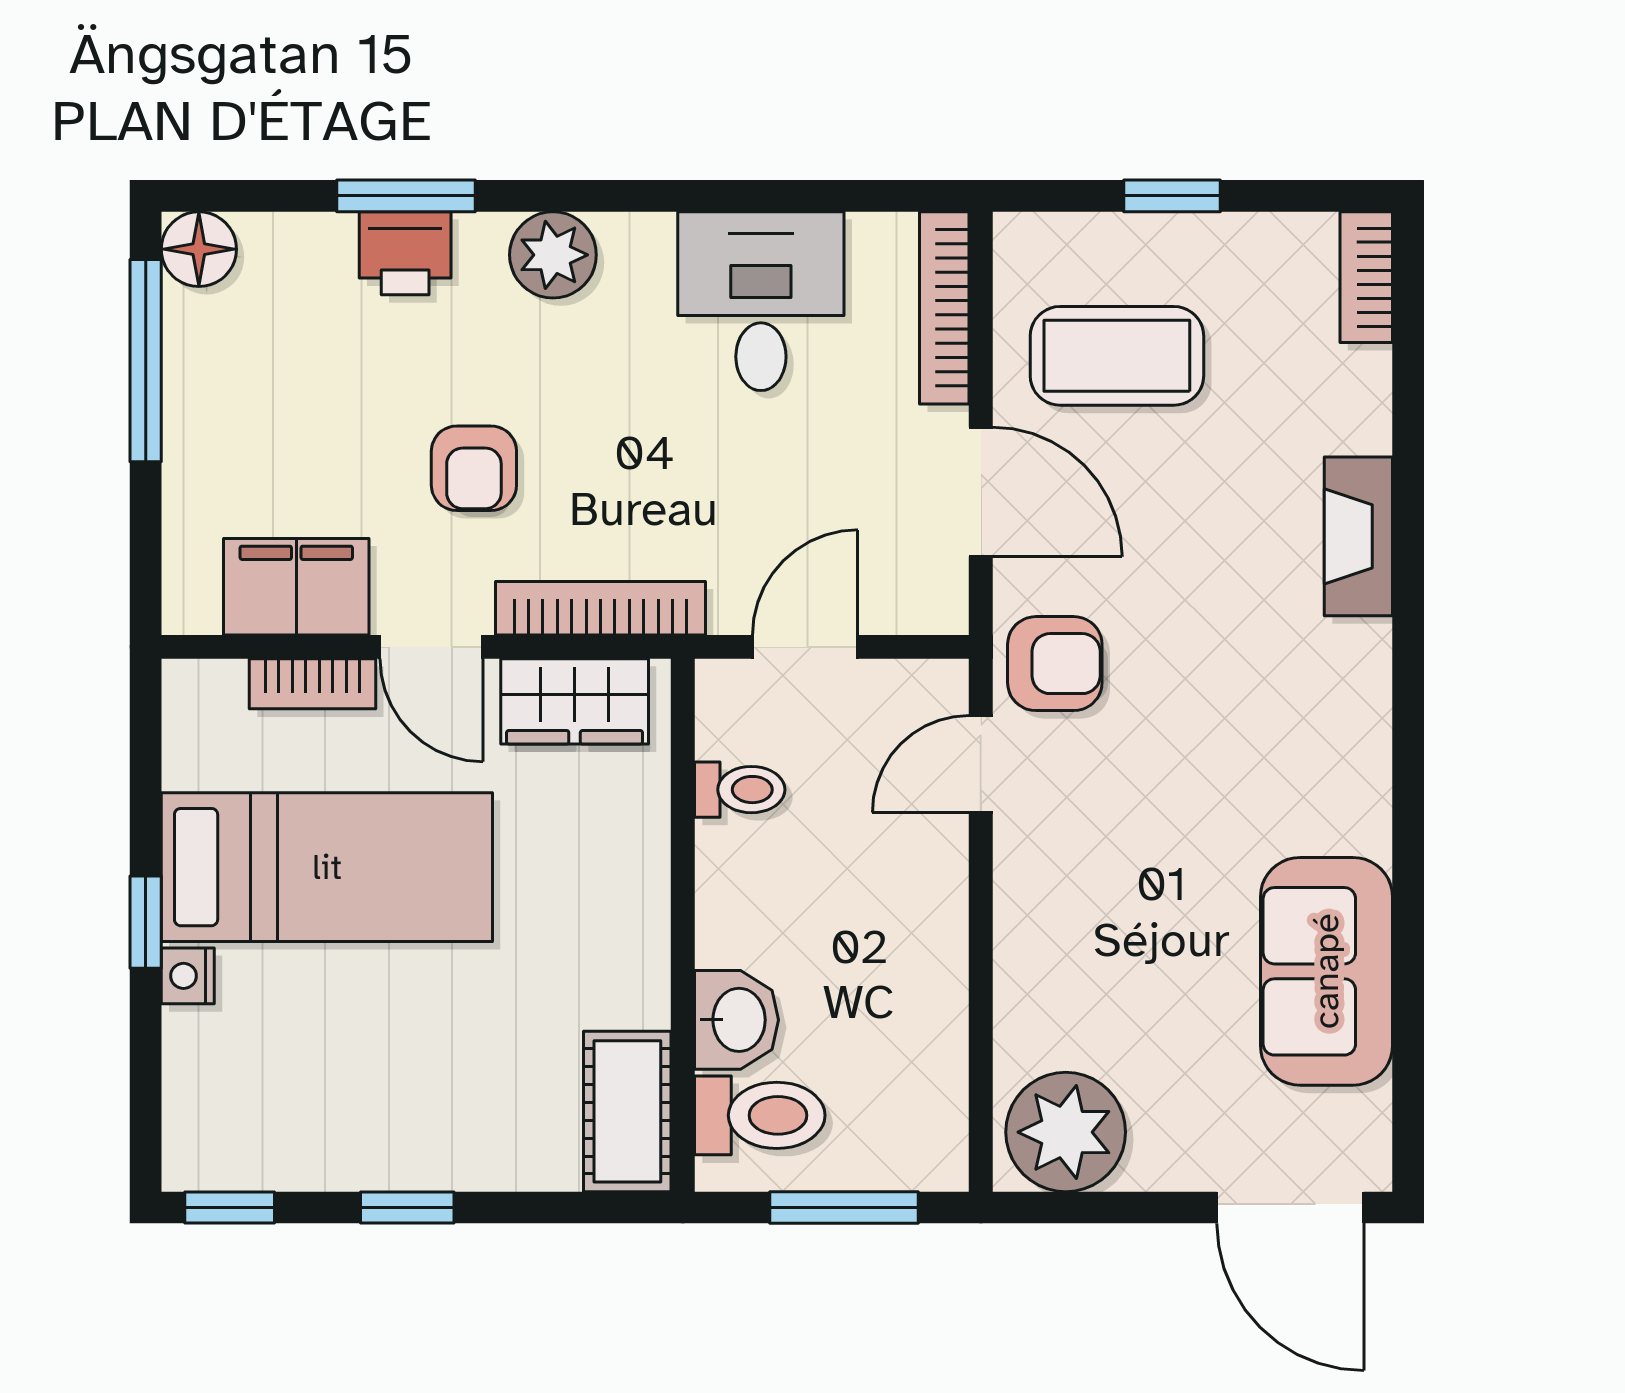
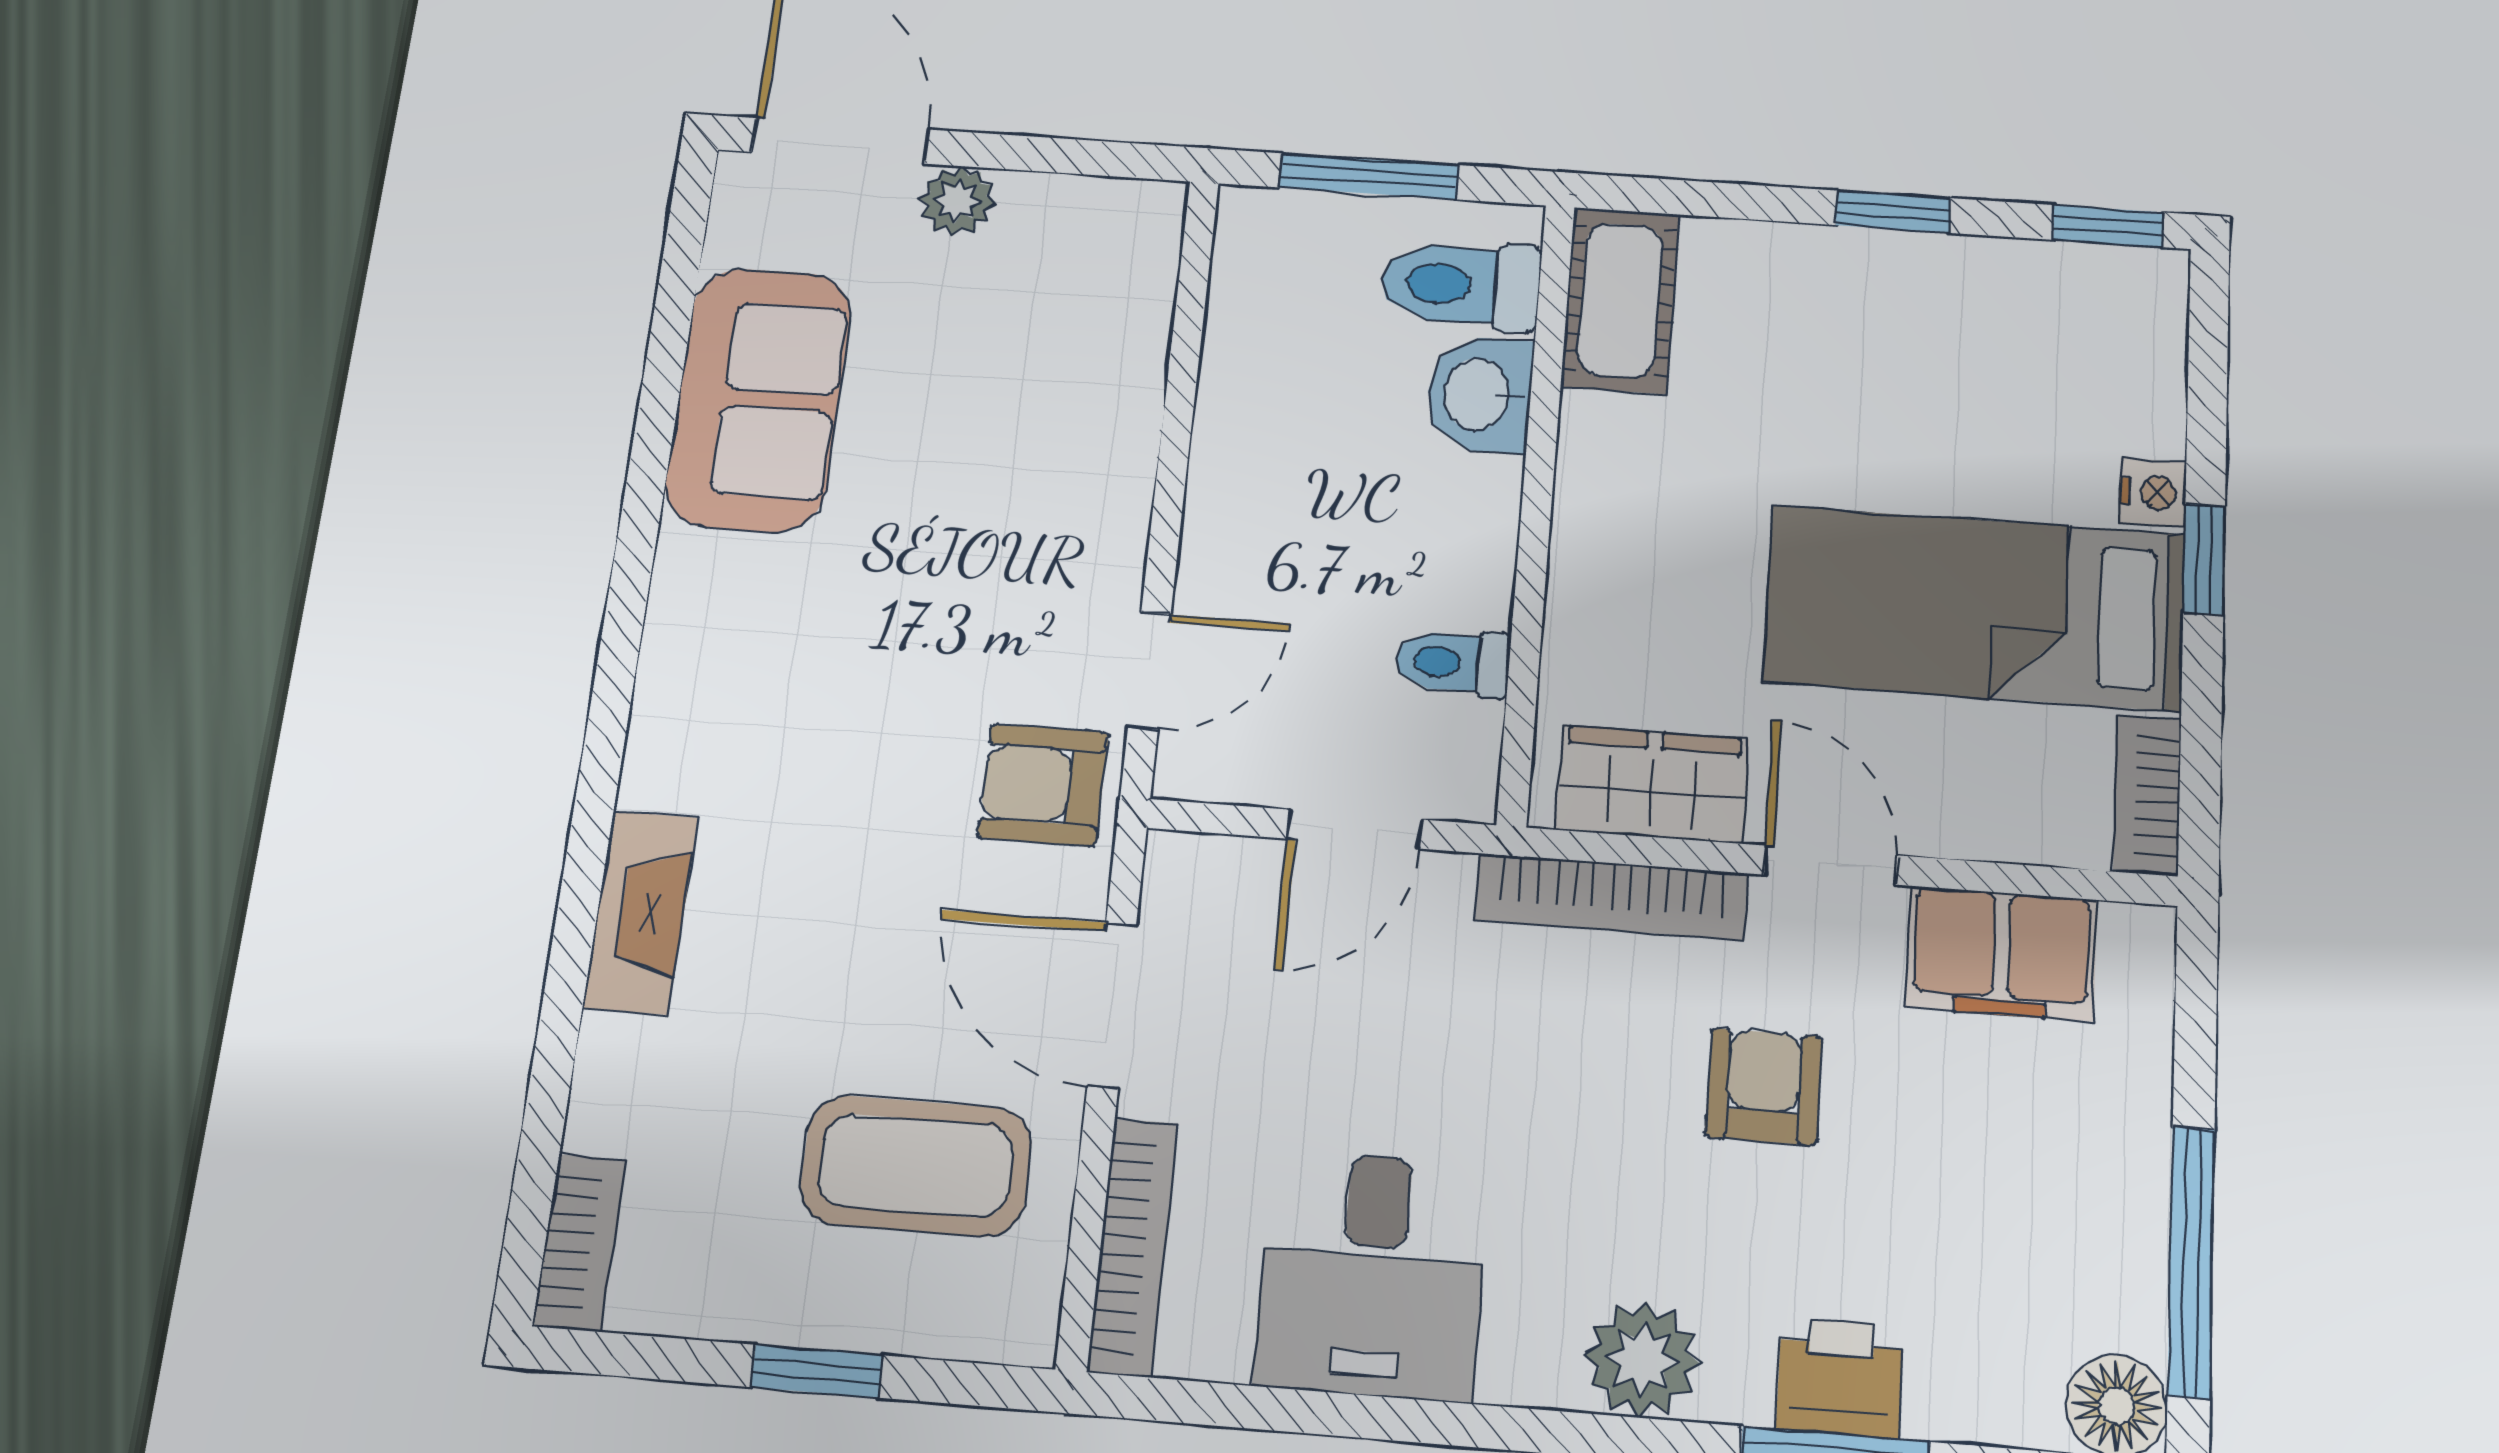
bookcase: (312, 684) -> (2147, 794), moved, turned -90
plant: (1066, 1132) -> (957, 201), moved, width x0.53, depth x0.53

